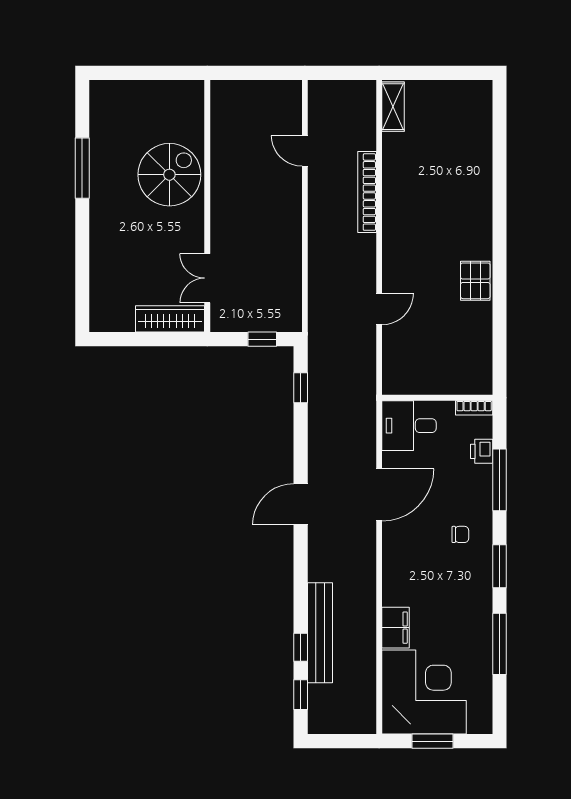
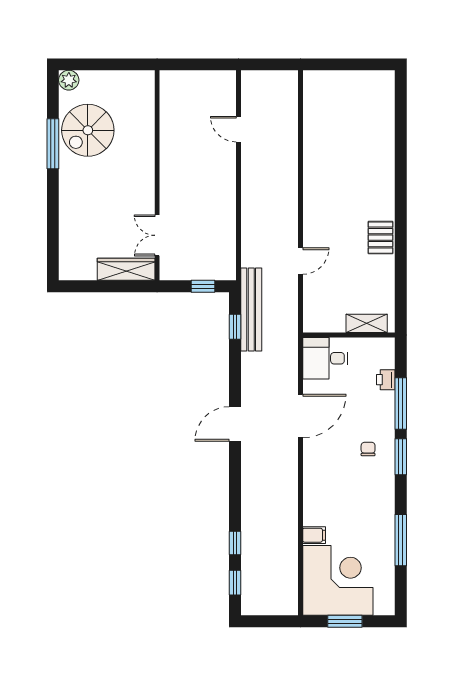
plant: (101, 92) -> (69, 80), added
shelving: (393, 107) -> (367, 323), moved, turned 90
spiral stairs: (169, 175) -> (88, 130), moved, turned 180
bookcase: (367, 192) -> (290, 164), removed
bookcase: (474, 408) -> (380, 344), removed
chair: (460, 534) -> (368, 449), turned -90
window: (500, 566) -> (401, 457), moved
filing cabinet: (396, 628) -> (314, 535), width x0.50
bench: (320, 633) -> (251, 310), moved

